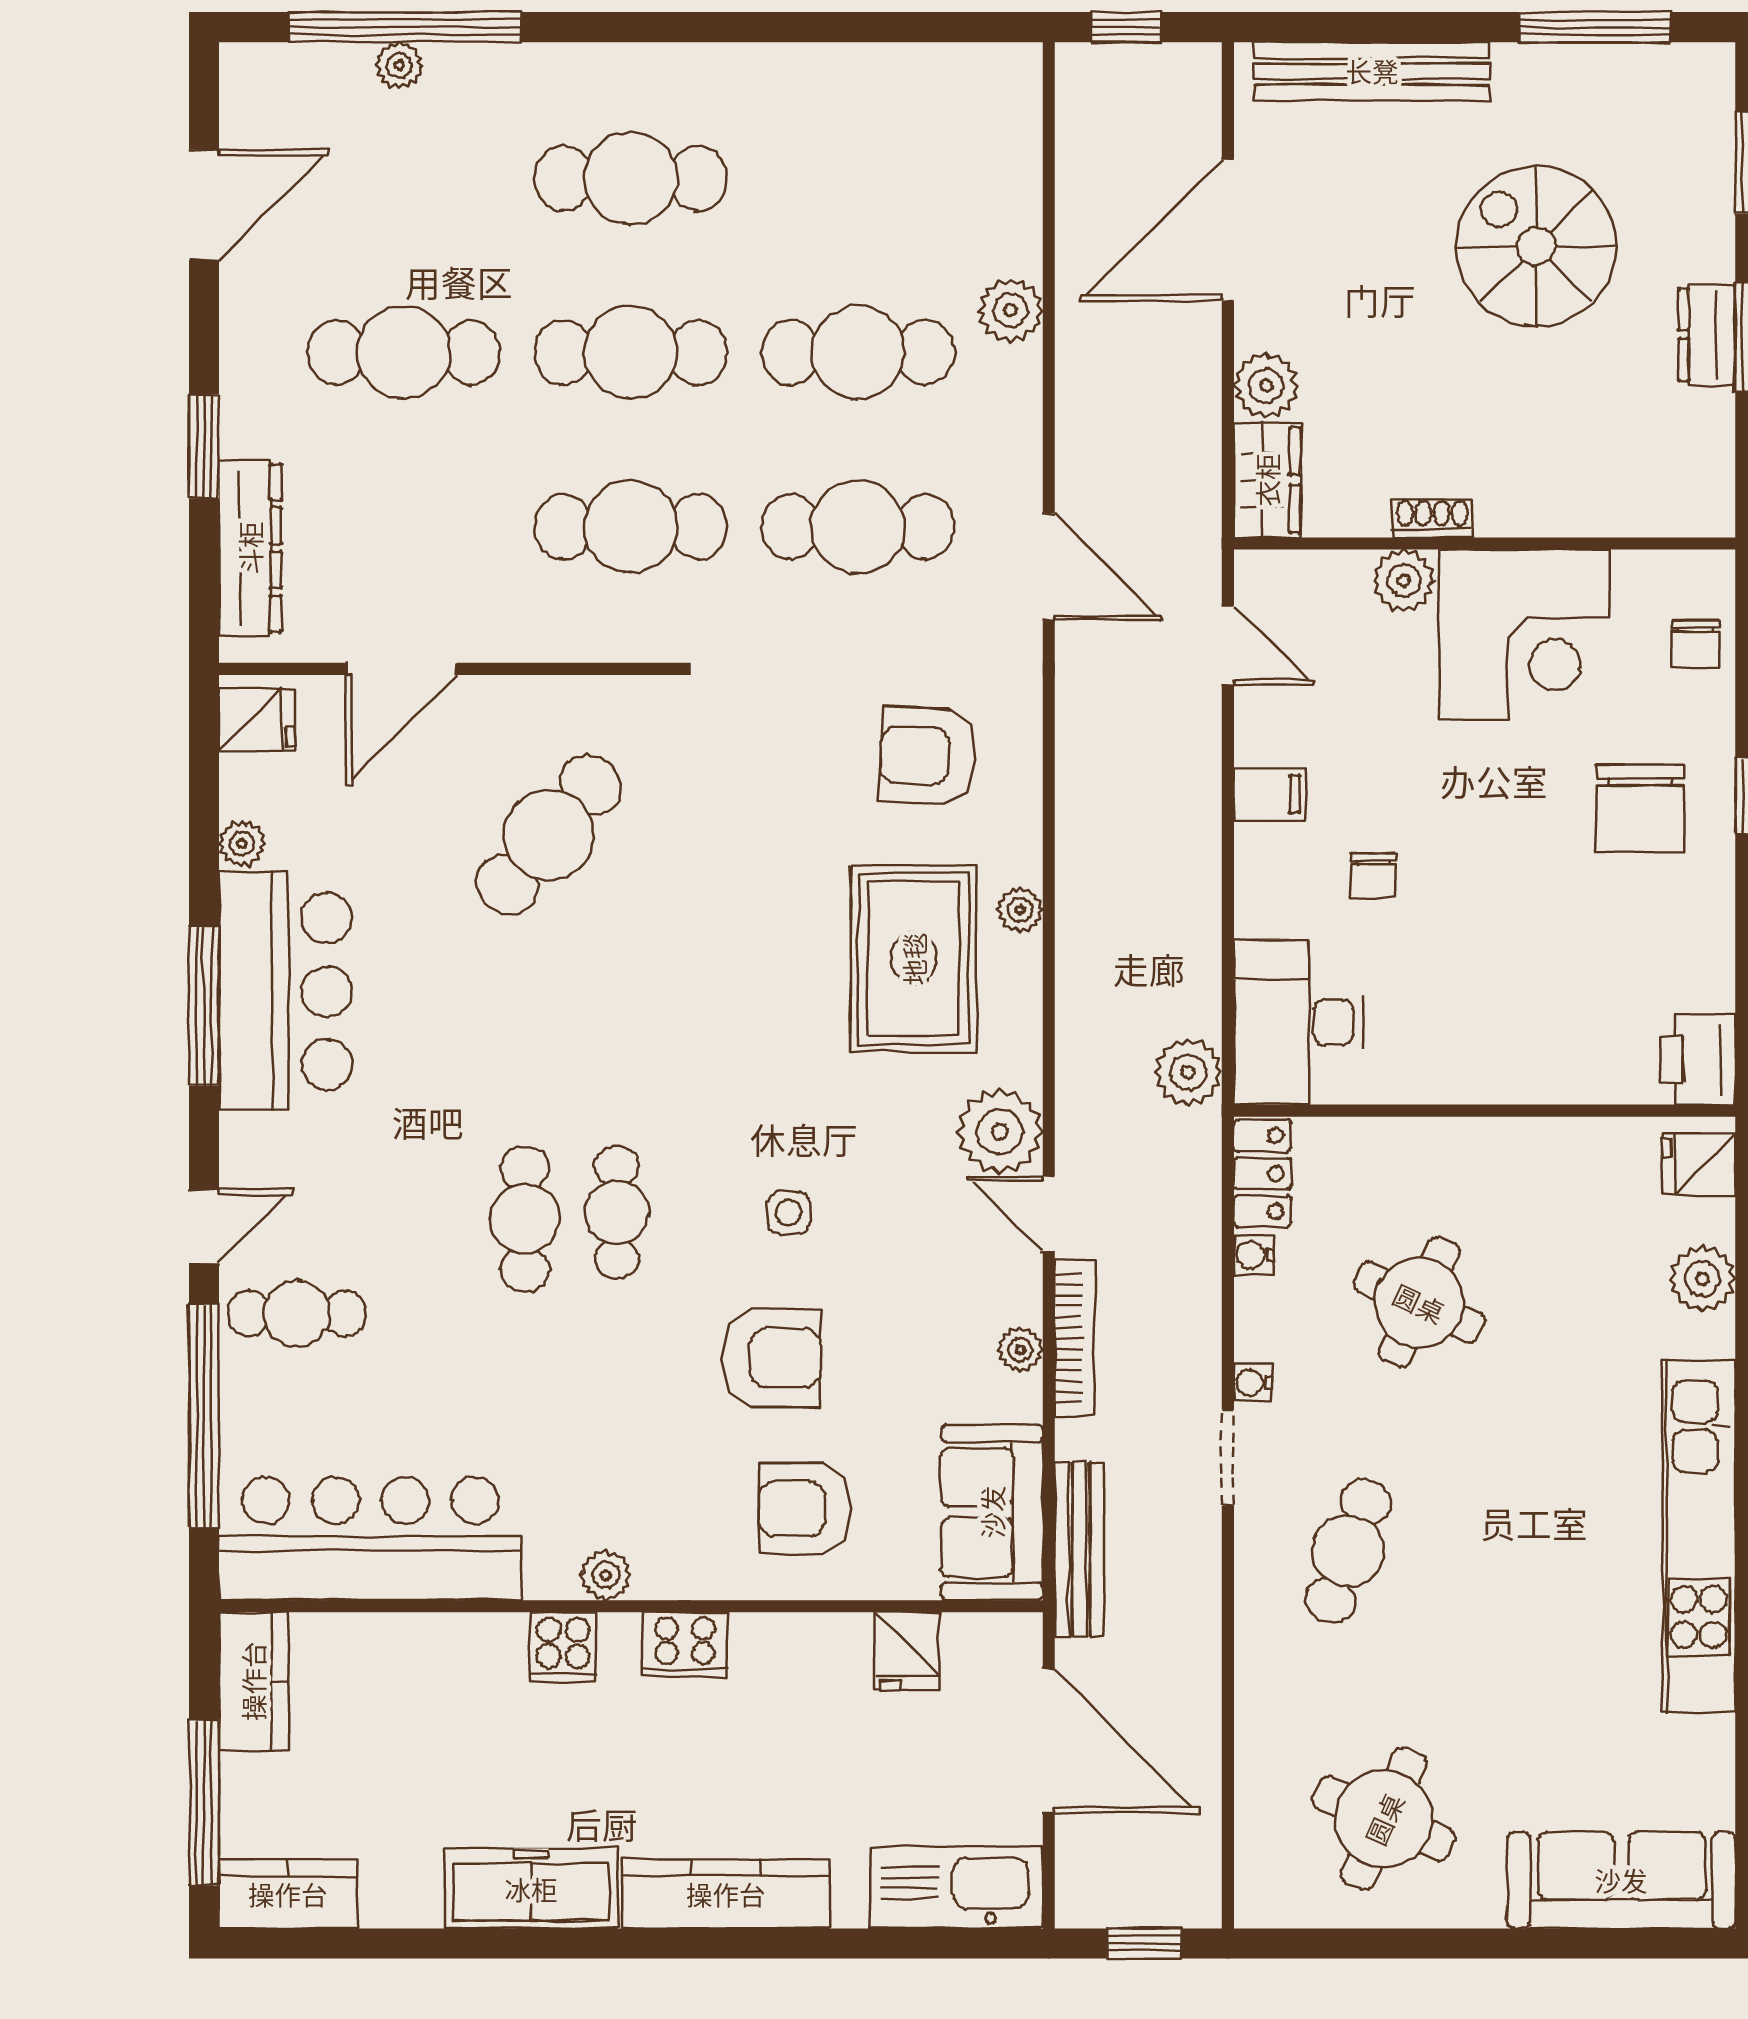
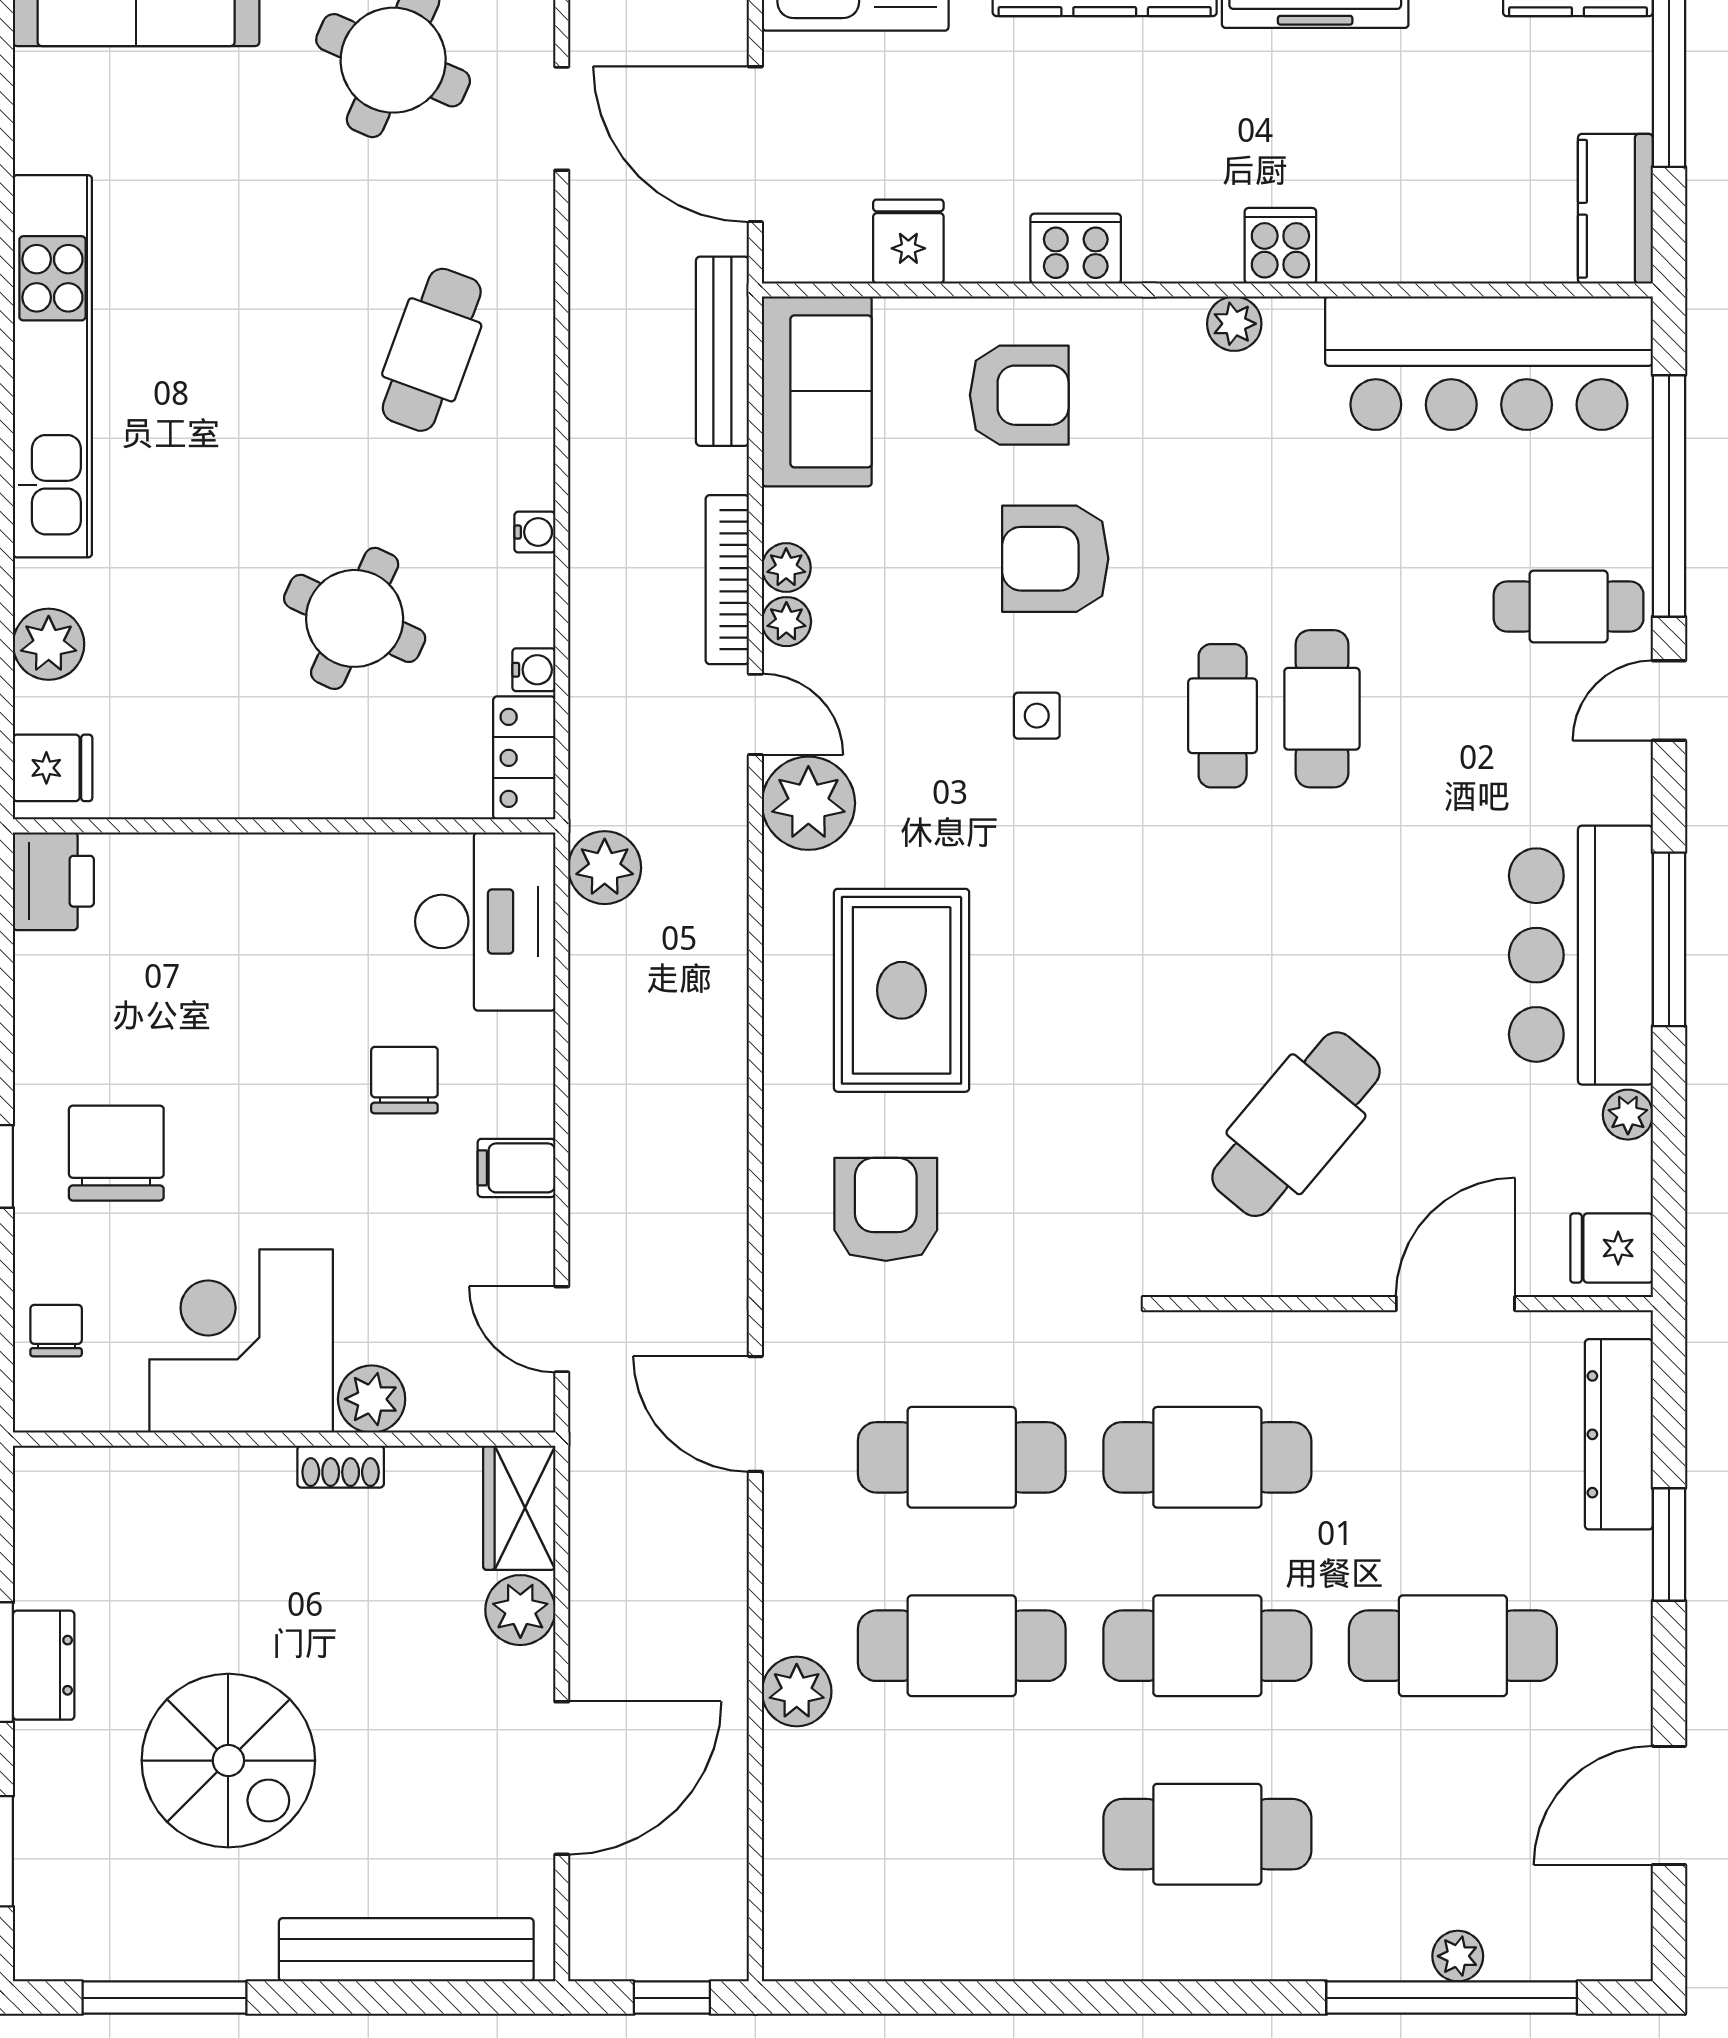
armchair: (928, 756) -> (886, 1209), turned -93
chair: (1373, 876) -> (404, 1080), width x1.37, depth x1.37
plant: (1020, 910) -> (786, 622), moved
doorway: (1228, 1458) -> (562, 119), moved
cooker: (685, 1645) -> (1076, 249), moved

